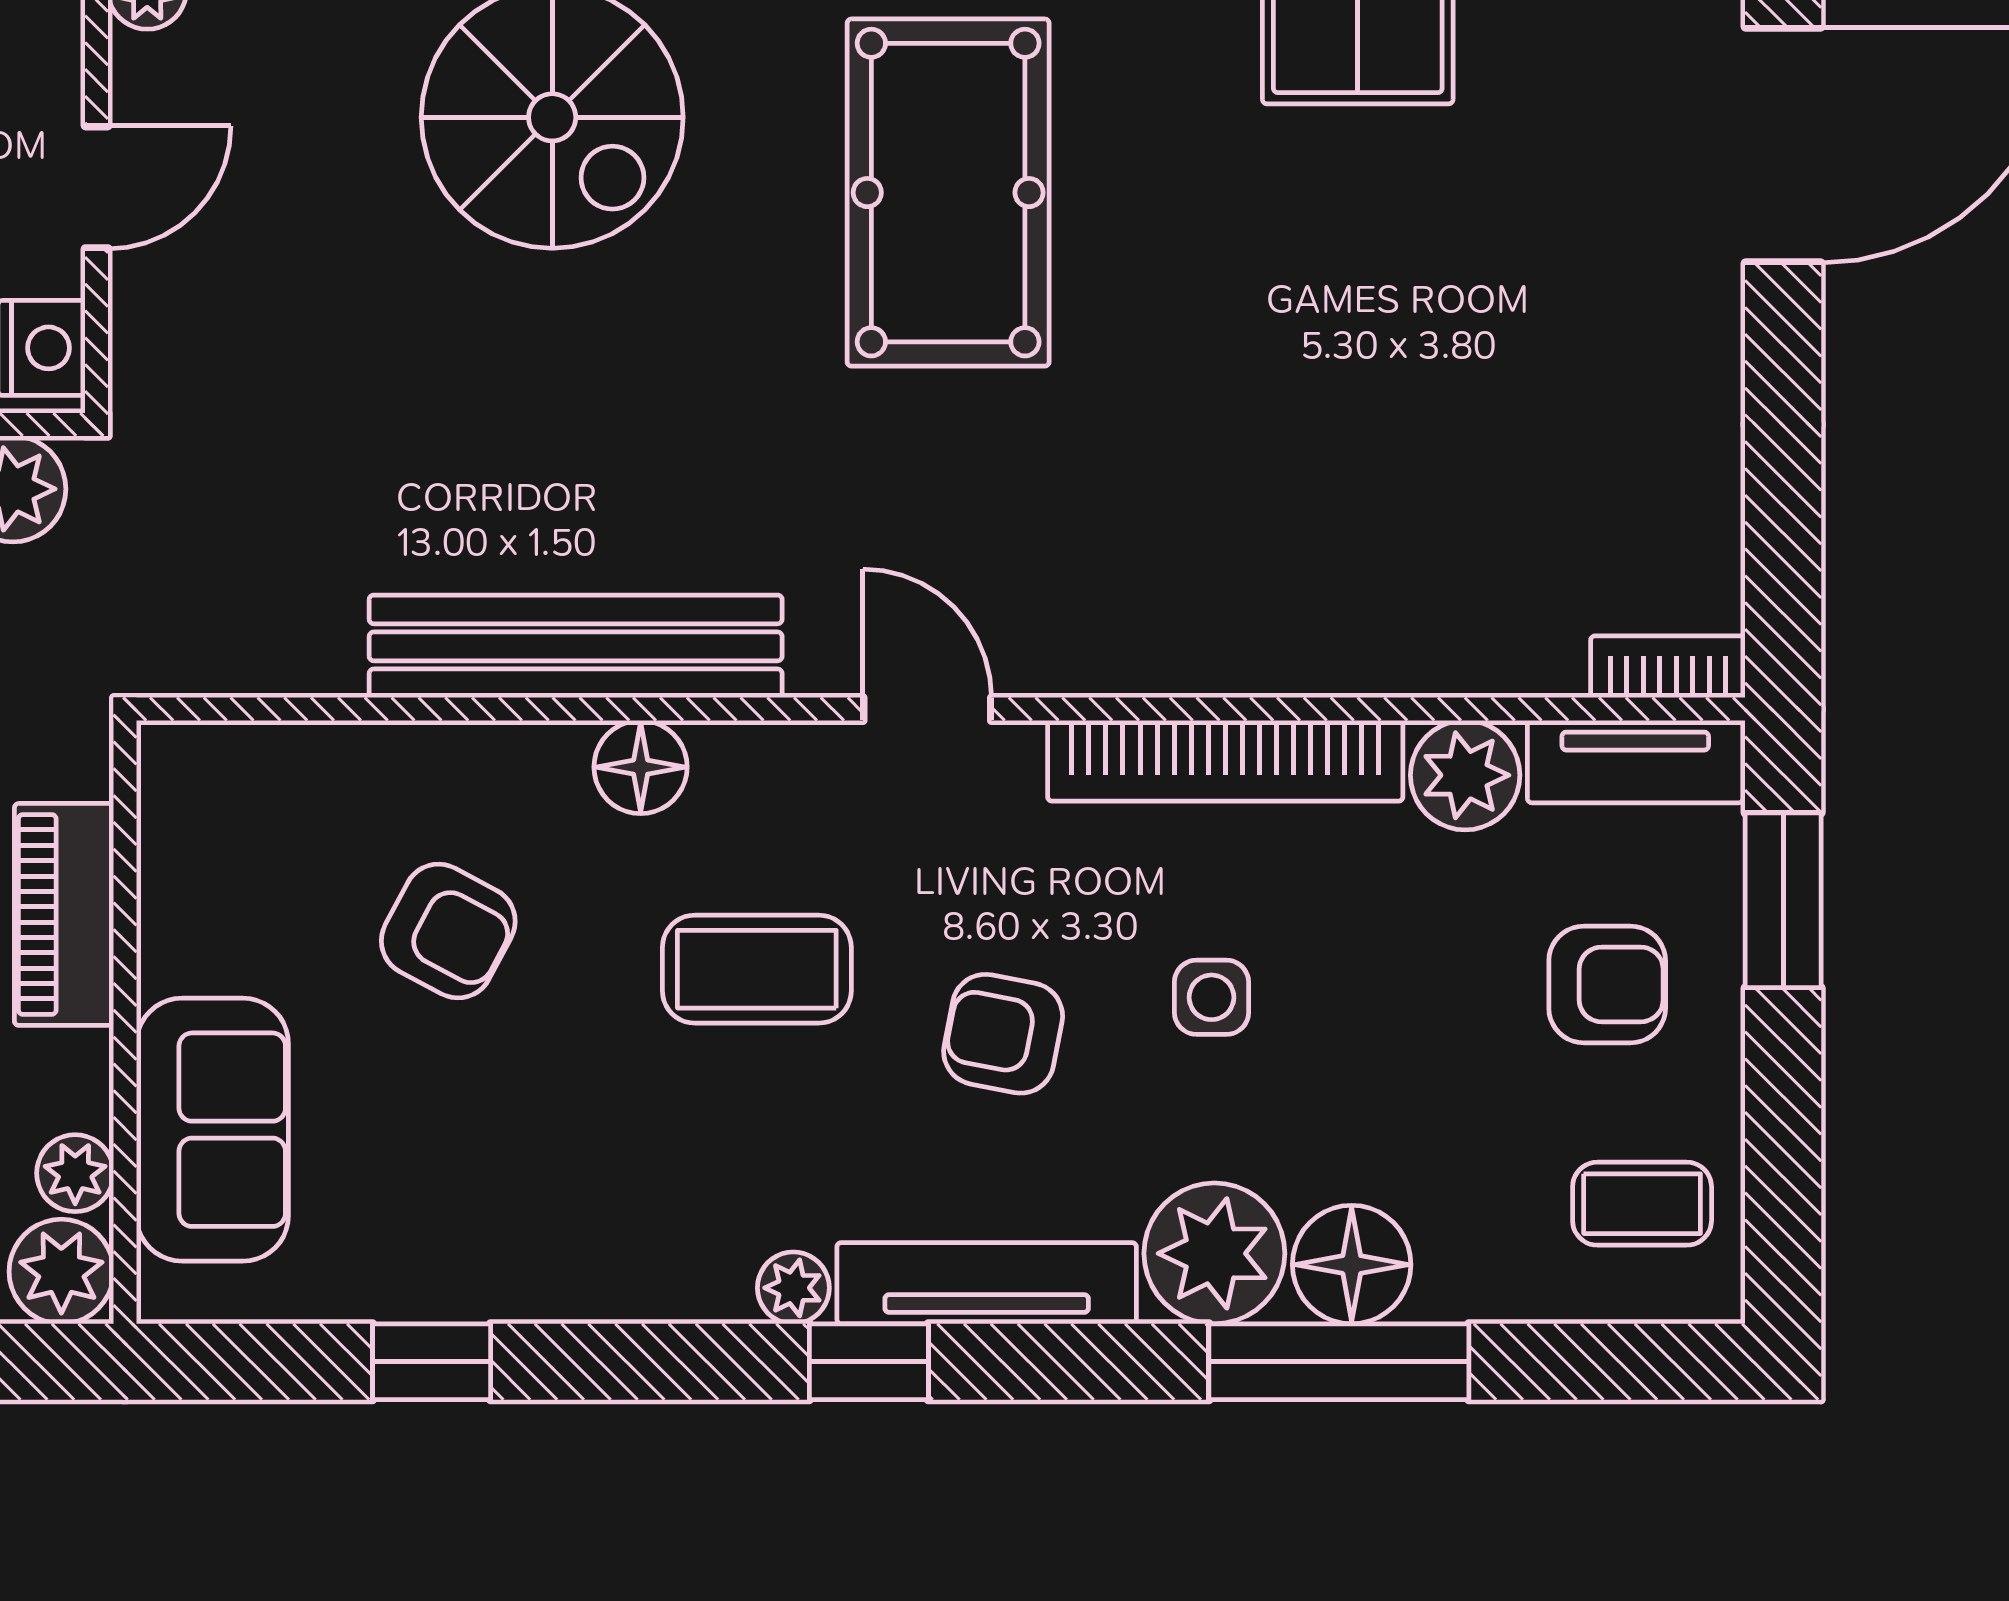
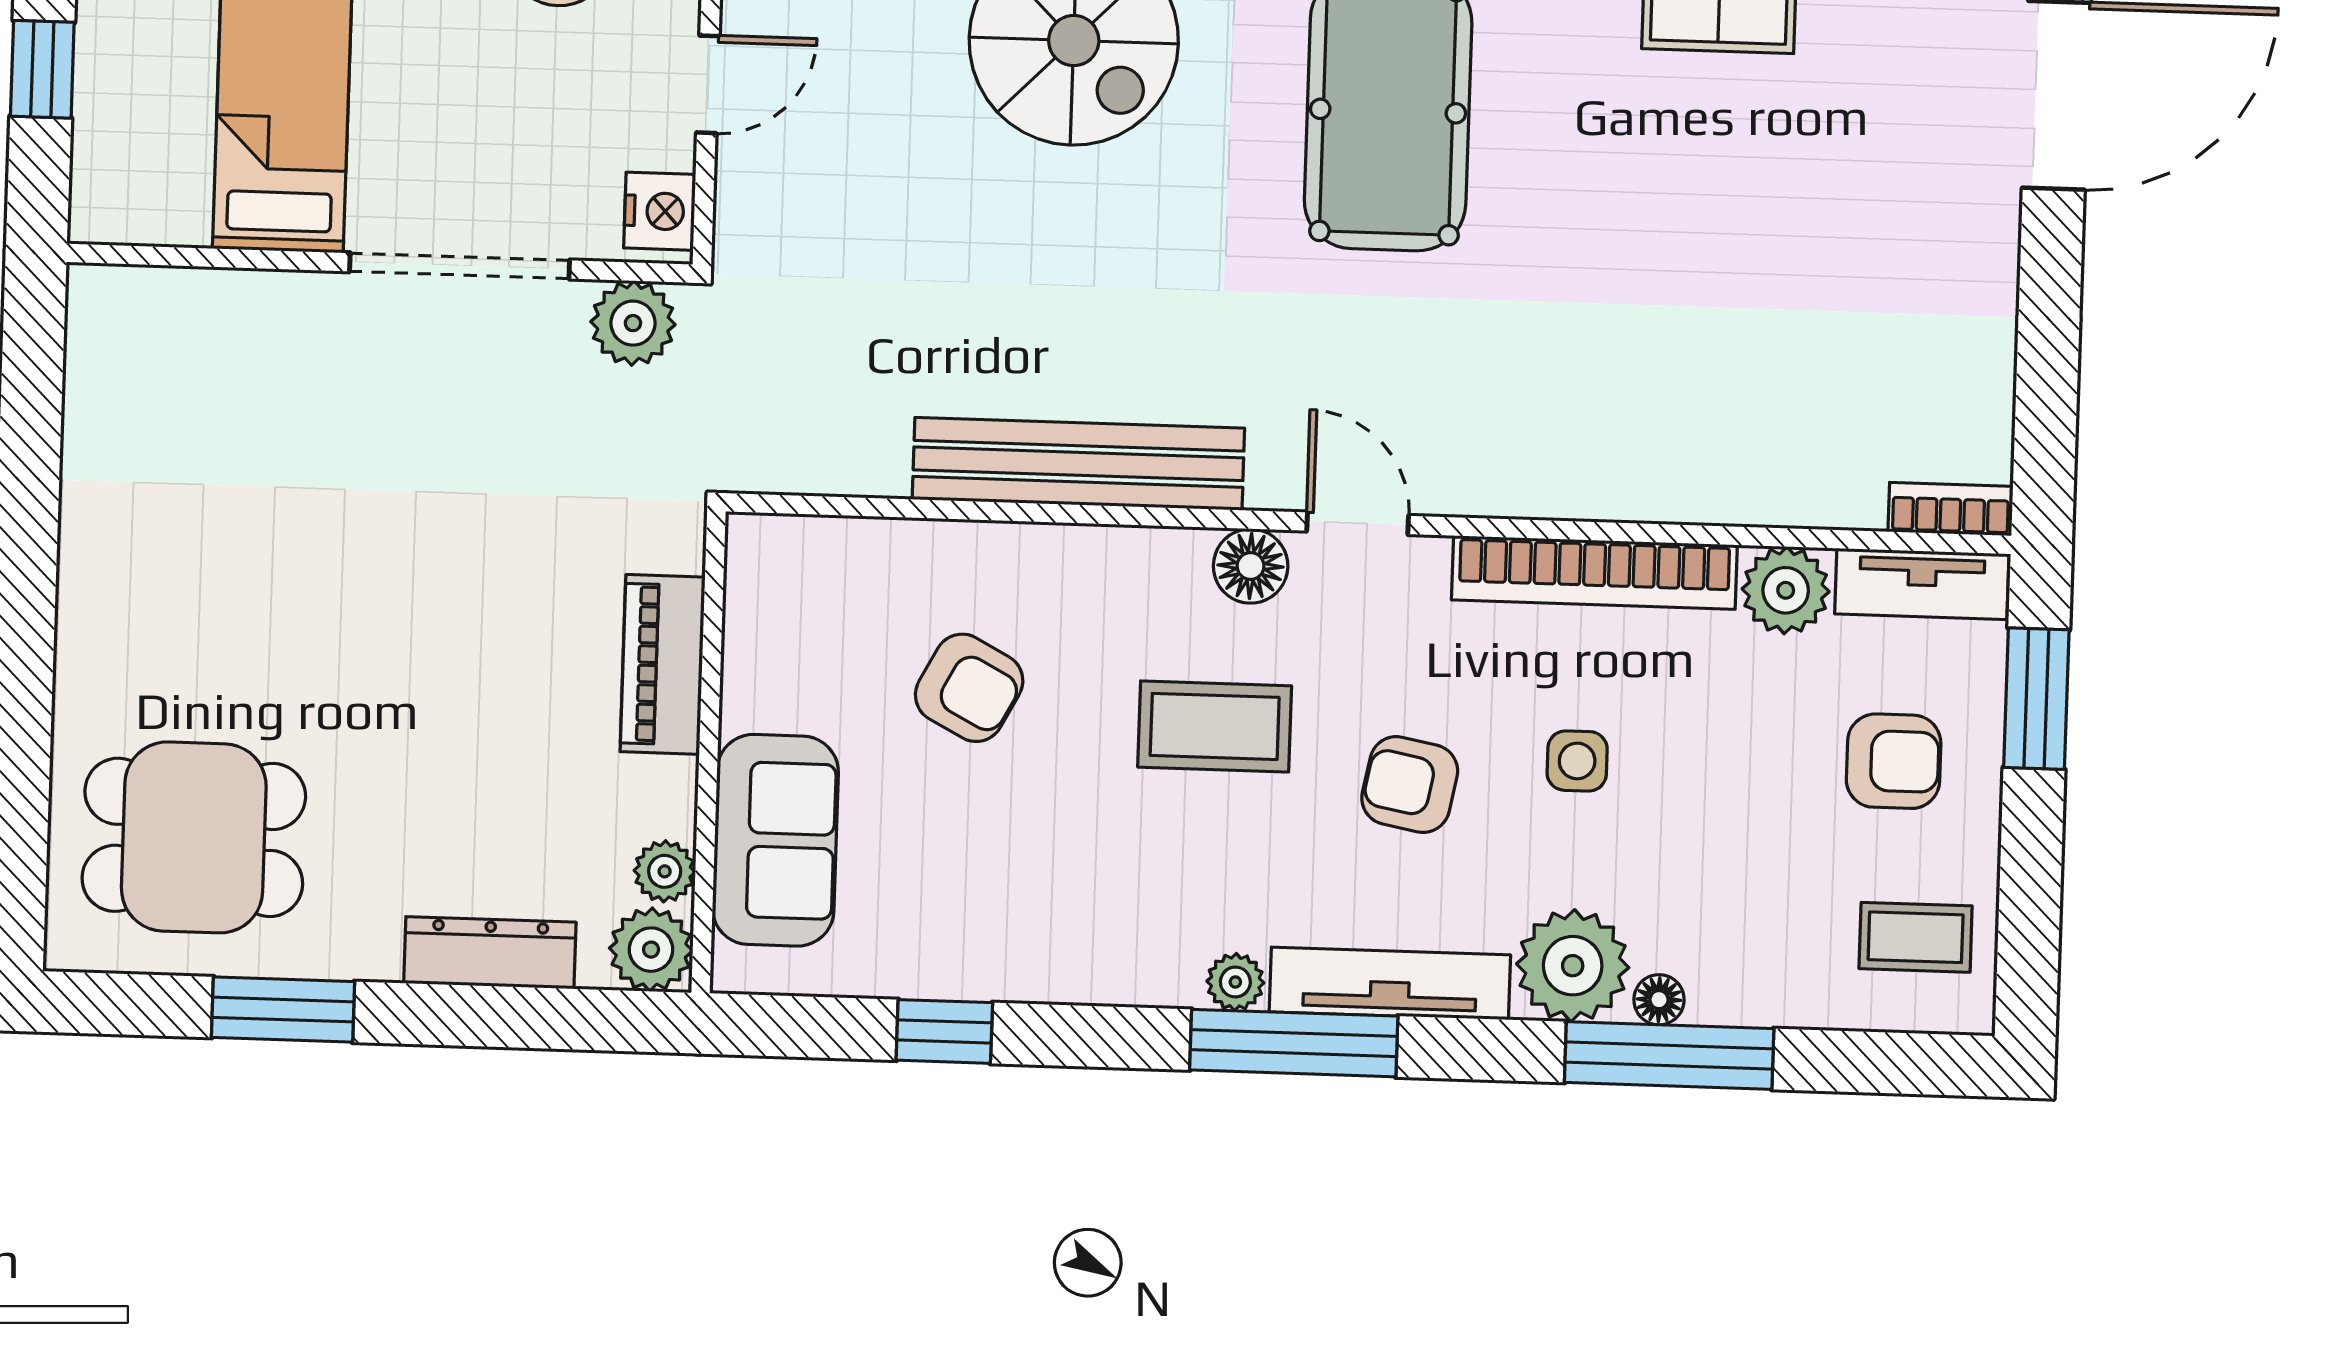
floor lamp: (641, 767) -> (1251, 566), moved
floor lamp: (1352, 1265) -> (1659, 1000), width x0.53, depth x0.53
window: (869, 1362) -> (1294, 1043), width x2.17

